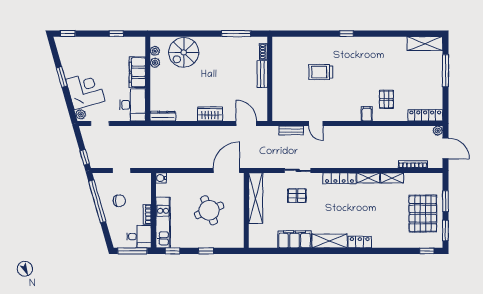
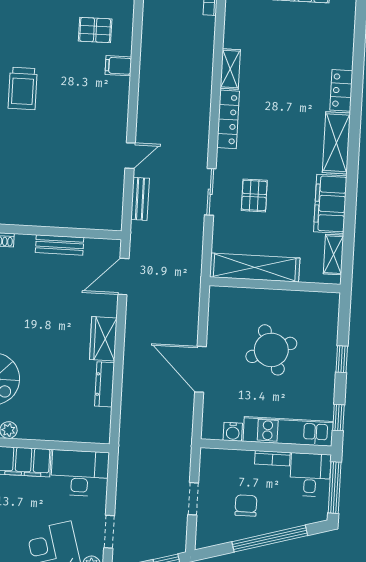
trolley: (321, 72) -> (23, 88), moved
bench: (262, 74) -> (60, 245), moved
dresser: (163, 116) -> (105, 384), moved
door: (226, 170) -> (200, 369), moved
water cooler: (161, 178) -> (233, 432), moved
shelving: (392, 178) -> (333, 255), moved
window: (97, 201) -> (270, 539), moved

